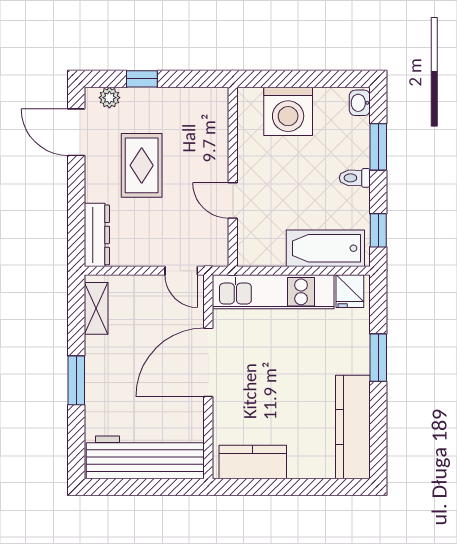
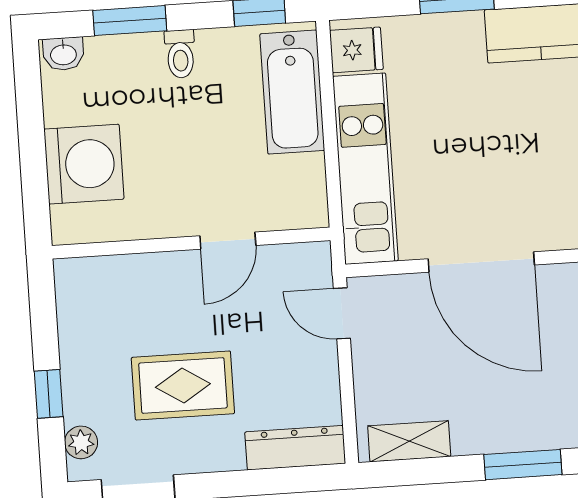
door: (181, 271) -> (342, 313), swing flipped

